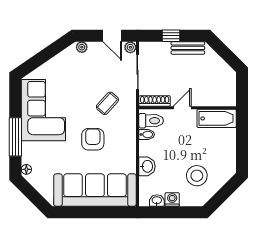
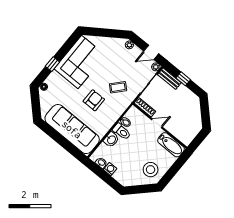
door: (112, 36) -> (151, 52), hinge flipped
bench: (188, 48) -> (169, 79), moved
toilet: (151, 121) -> (122, 132), moved
window: (15, 137) -> (52, 64), width x0.46
stool: (197, 176) -> (151, 170), moved

